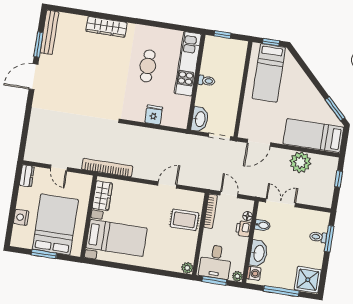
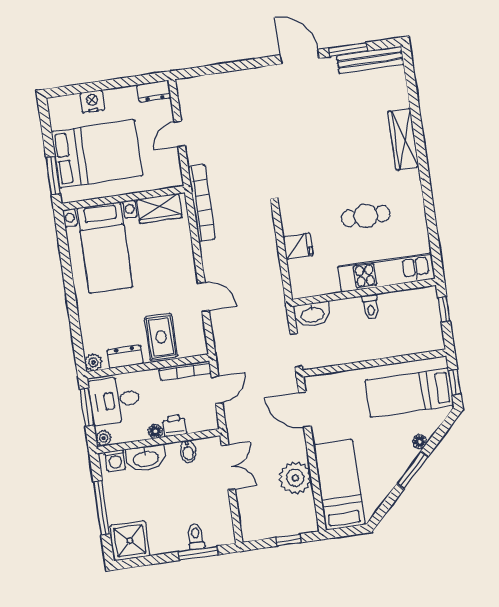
floor lamp: (302, 76) -> (420, 442), added
window: (335, 109) -> (413, 470), moved
floor lamp: (247, 216) -> (155, 431), moved
dresser: (190, 247) -> (125, 357), added
window: (44, 254) -> (53, 175), moved

